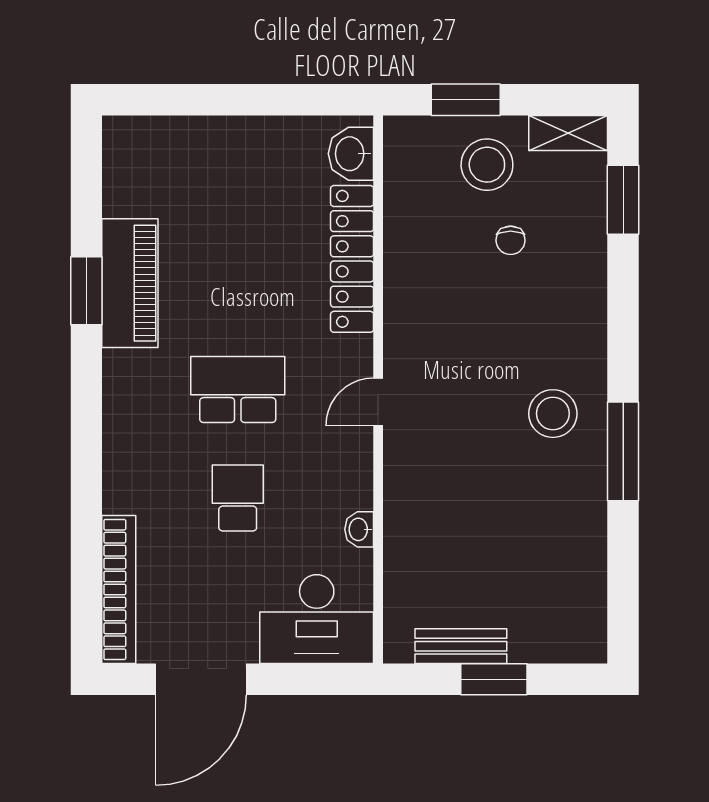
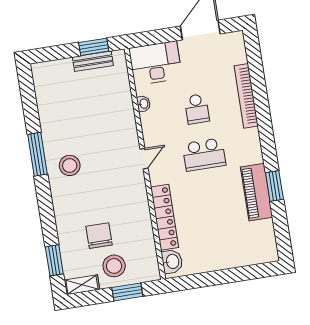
chair: (511, 240) -> (99, 236), width x1.87, depth x1.87
bookcase: (119, 589) -> (246, 96), moved
window: (494, 679) -> (94, 47), moved

